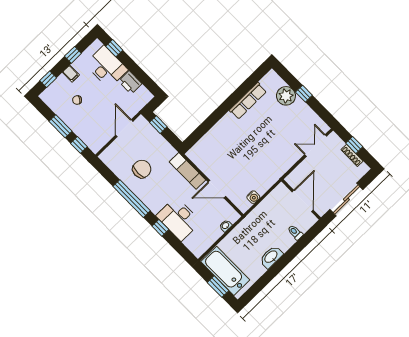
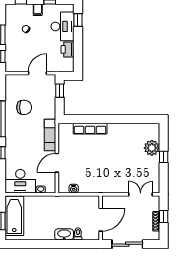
row of seats: (248, 101) -> (90, 129), moved
door: (217, 189) -> (57, 163), hinge flipped
desk: (179, 219) -> (20, 181), moved, turned -90
washbasin: (271, 257) -> (64, 234), moved

